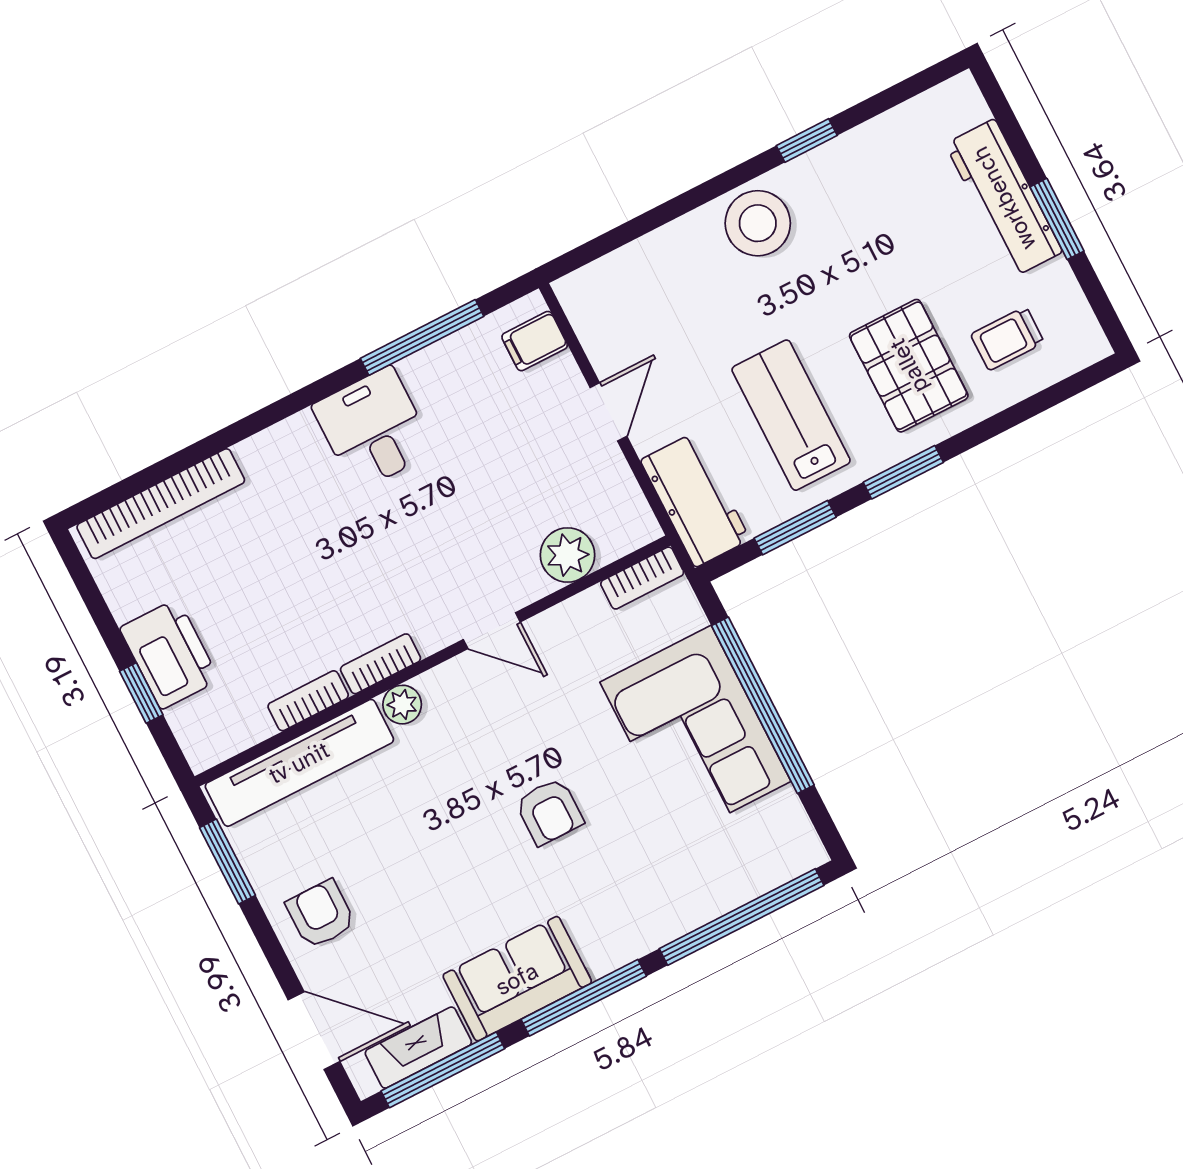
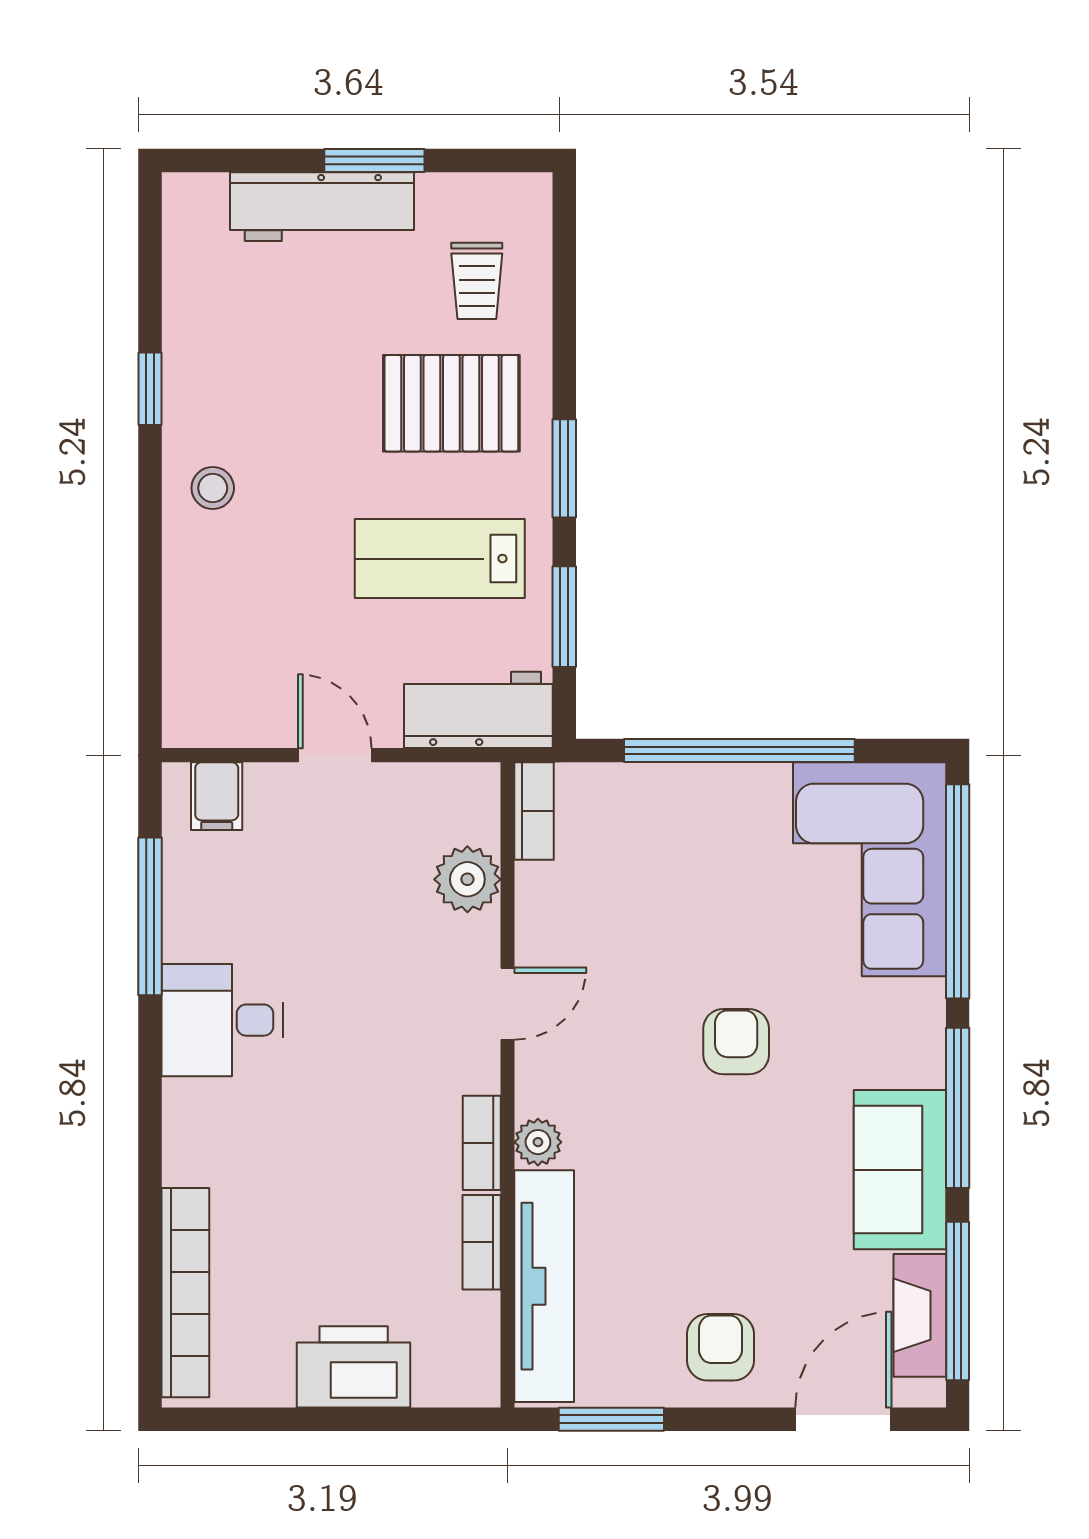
stool: (758, 223) -> (213, 488), width x0.53, depth x0.53
window: (141, 693) -> (380, 1419), removed
corner sofa: (695, 732) -> (870, 869), moved, turned 90
armchair: (549, 812) -> (736, 1042), turned -90
armchair: (321, 914) -> (720, 1347), turned 90

